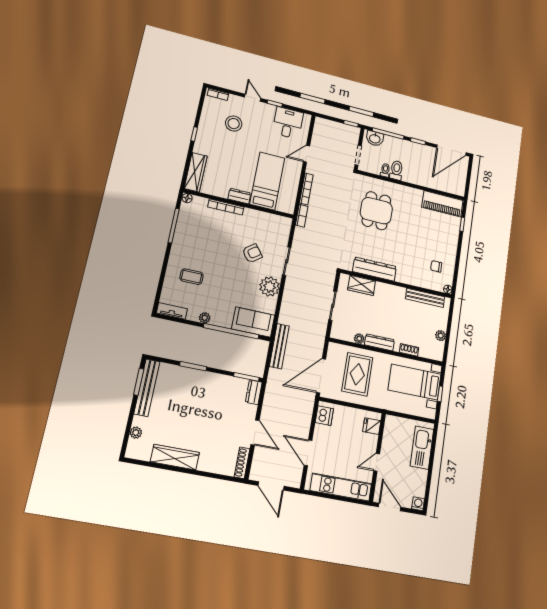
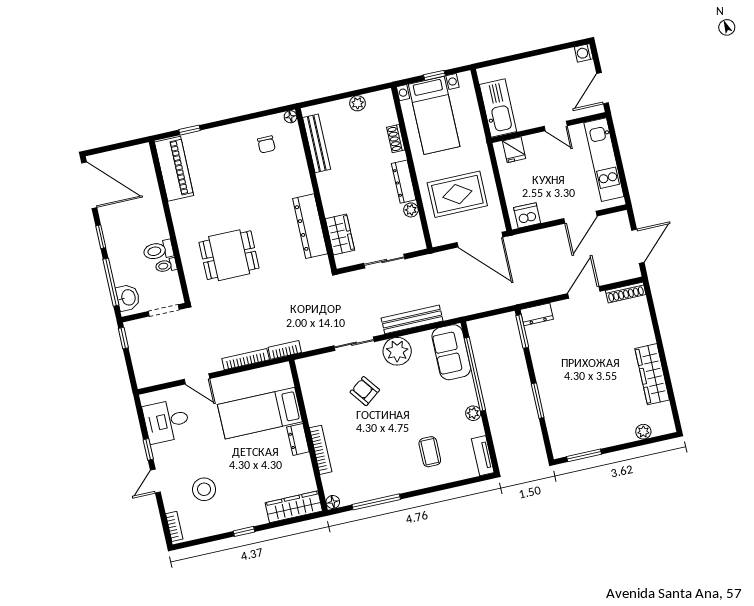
bench: (279, 346) -> (412, 319), moved
bench: (147, 388) -> (587, 443), removed
kitchen sink: (422, 448) -> (498, 108), moved, turned -90

